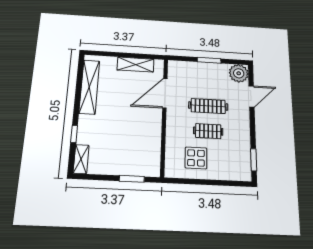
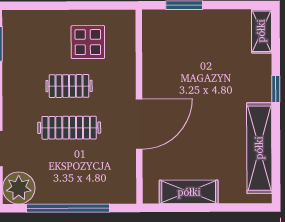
window: (209, 60) -> (68, 208), width x2.11
door: (165, 93) -> (139, 124), moved
window: (74, 134) -> (276, 89), moved

